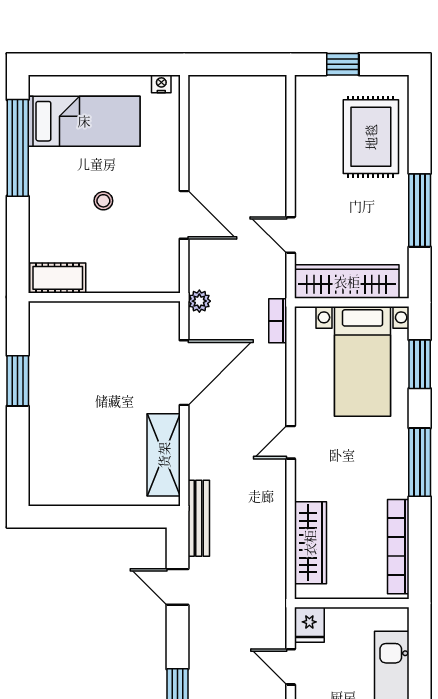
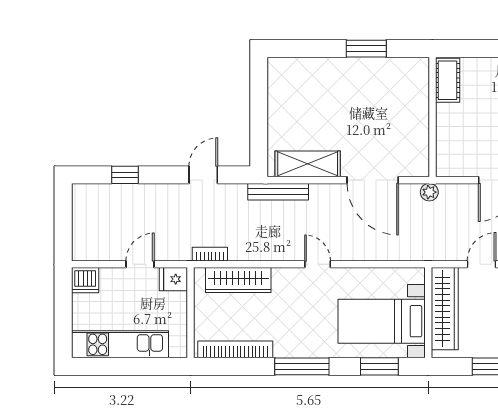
bookcase: (278, 321) -> (210, 254), moved
bench: (199, 518) -> (278, 192), moved

